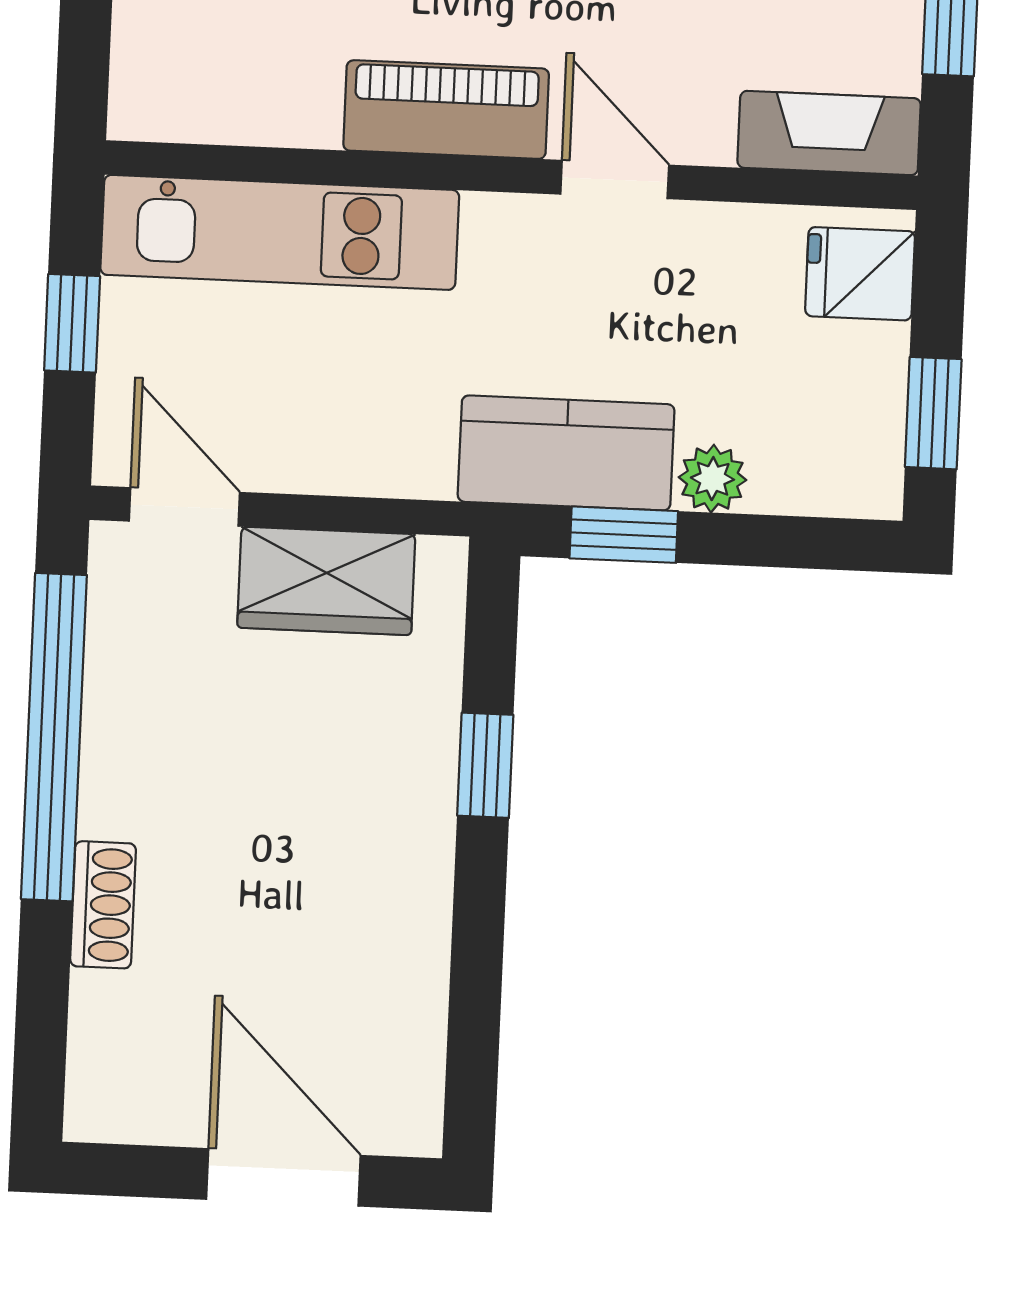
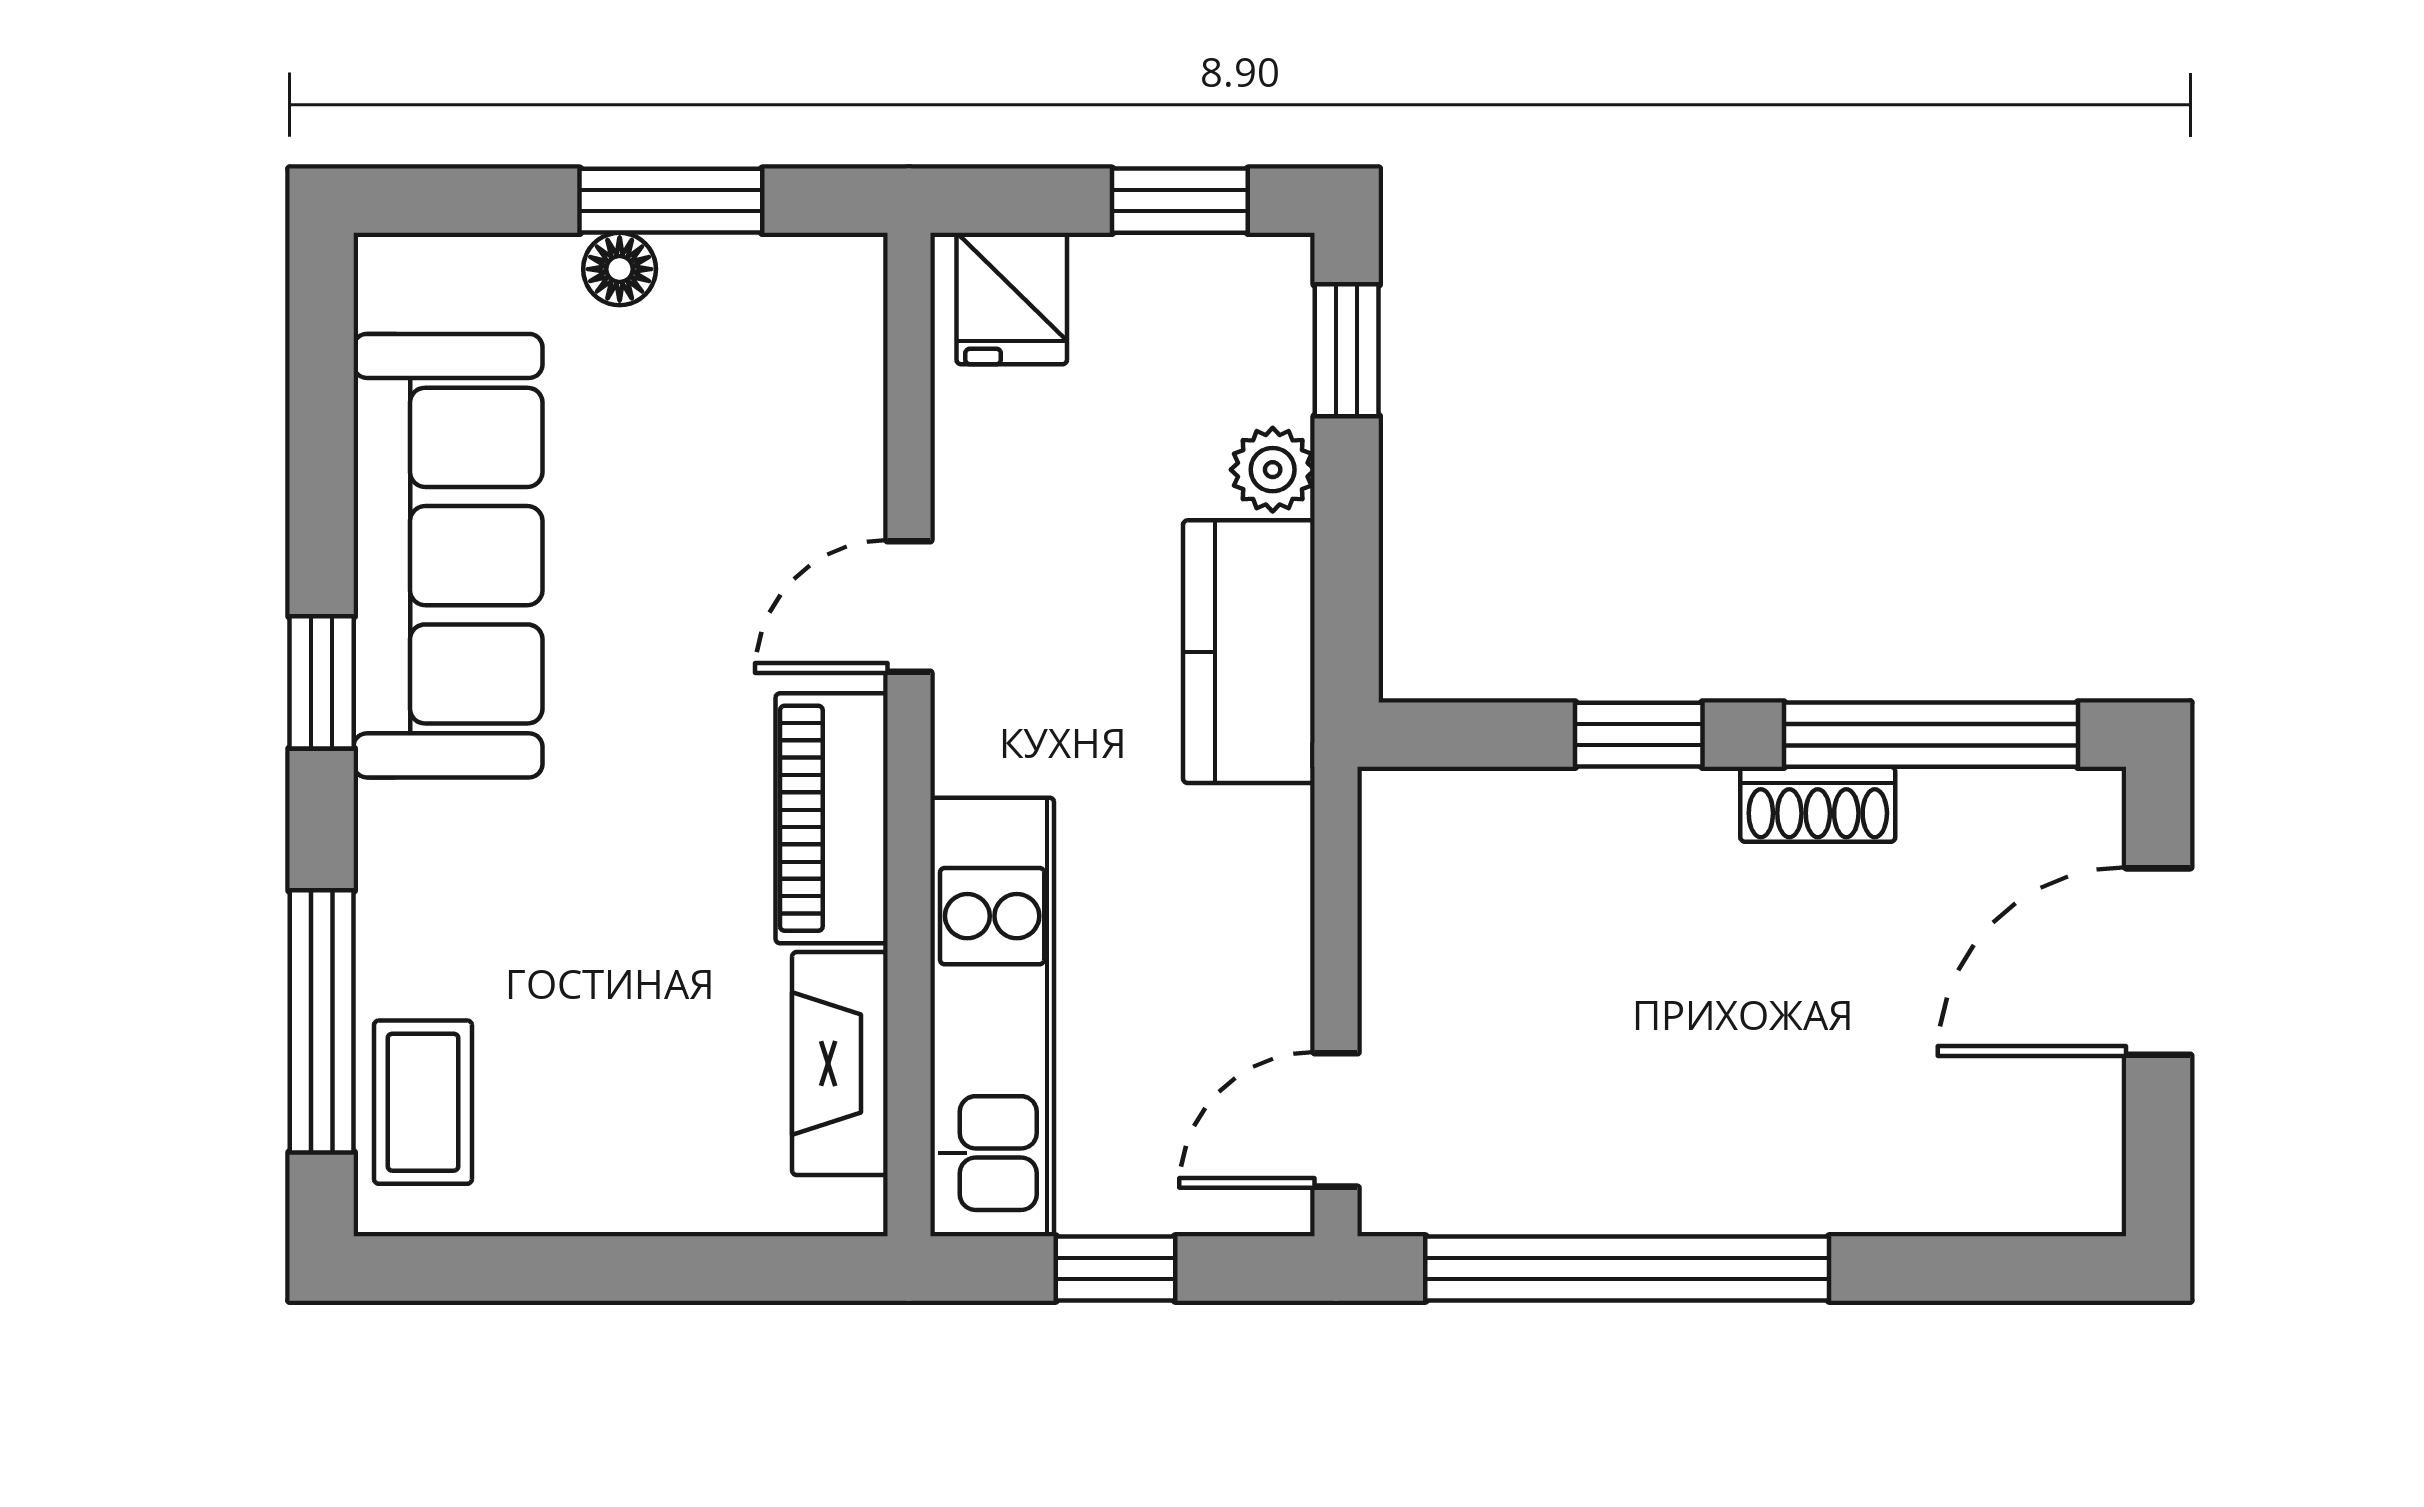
fireplace: (829, 133) -> (840, 1064), moved
window: (624, 535) -> (1347, 350), moved
wardrobe: (326, 581) -> (1420, 941), removed
shoe rack: (103, 905) -> (1818, 804), moved, turned 180
window: (475, 1002) -> (1931, 735), added

